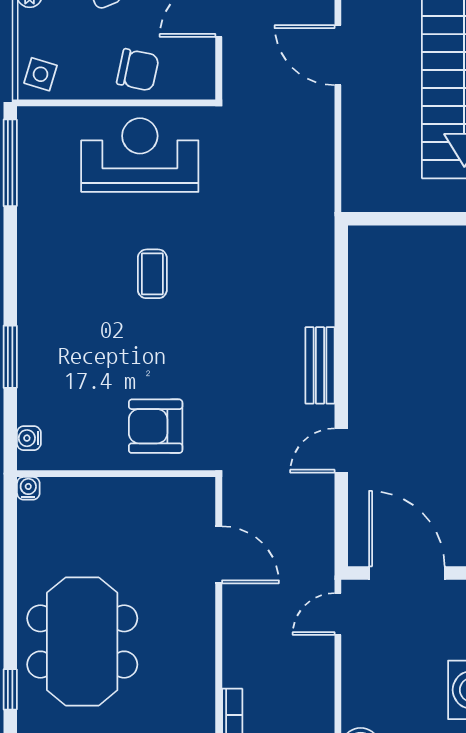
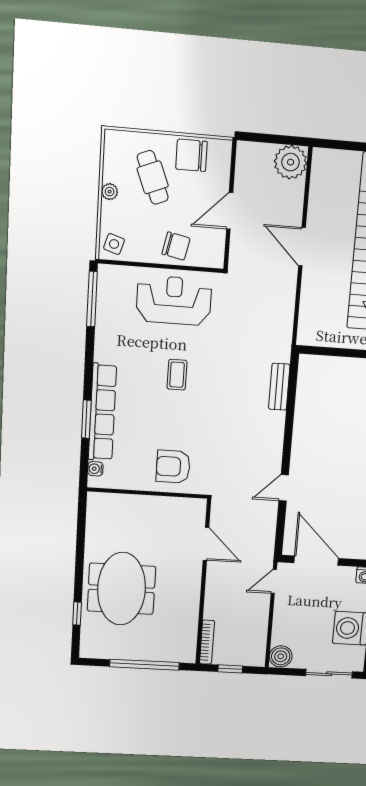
row of seats: (36, 344) -> (102, 412), added
bench: (320, 365) -> (279, 387), moved
water cooler: (28, 488) -> (94, 498), removed

